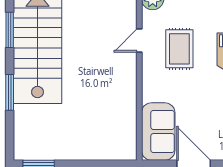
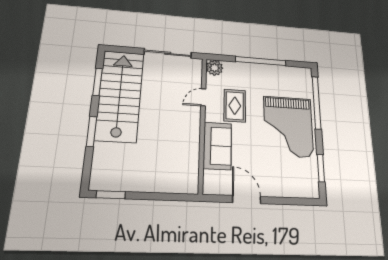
sofa: (158, 132) -> (217, 146), moved

